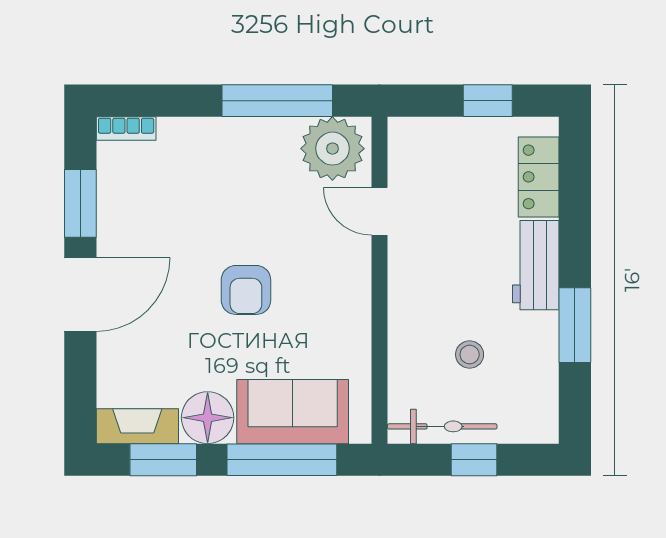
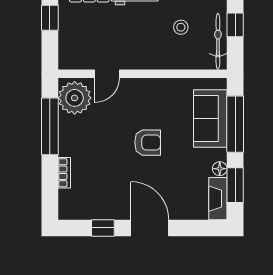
bookcase: (126, 129) -> (64, 173), moved
window: (80, 203) -> (103, 228), width x0.67
floor lamp: (208, 418) -> (220, 169), width x0.53, depth x0.53

